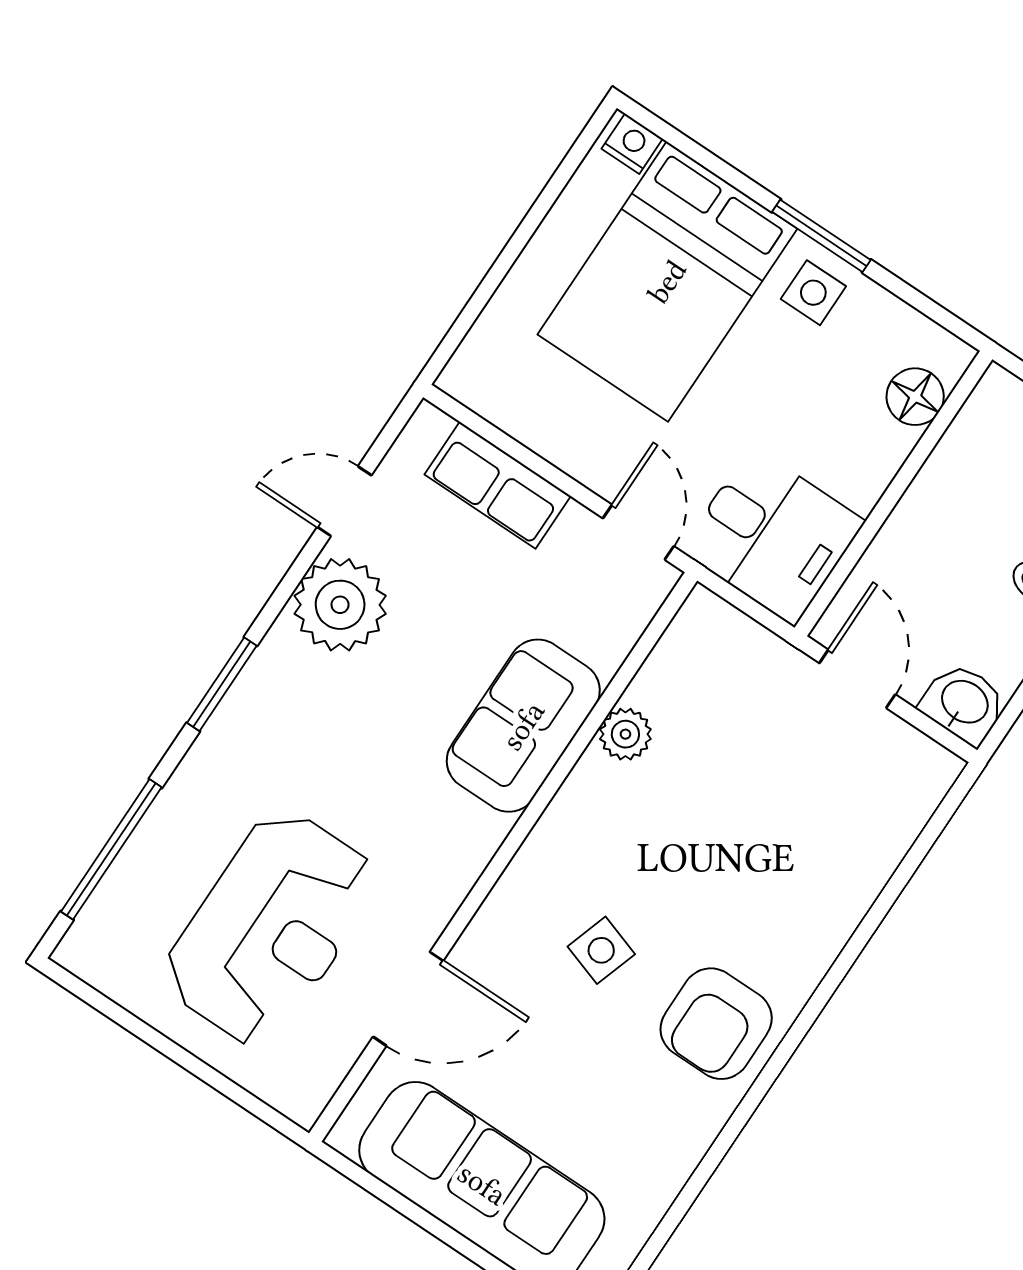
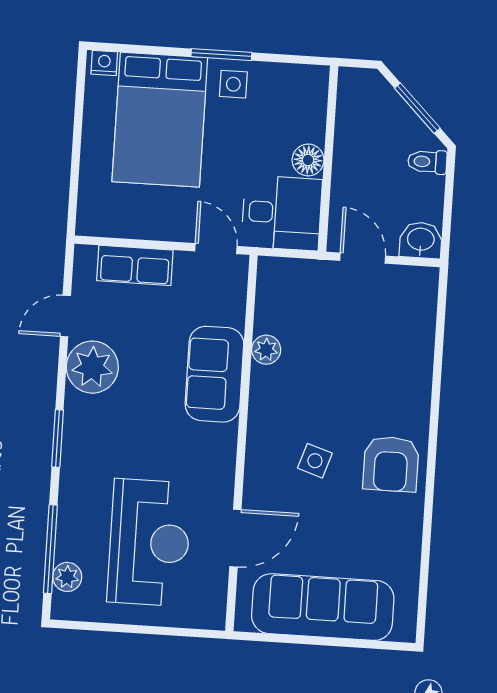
floor lamp: (915, 397) -> (308, 160), moved
plant: (112, 908) -> (67, 577), added

